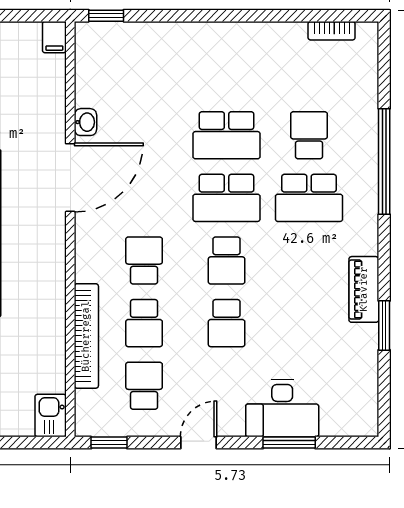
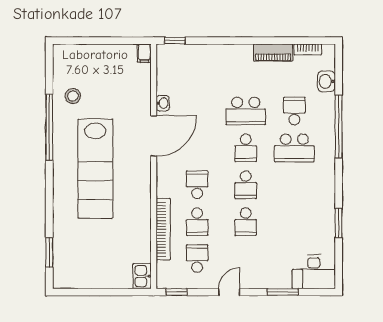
washbasin: (364, 85) -> (326, 81), added
school desk: (227, 198) -> (246, 148), width x0.54
piano: (364, 289) -> (273, 53), moved, turned -90
desk: (282, 408) -> (314, 272), moved

